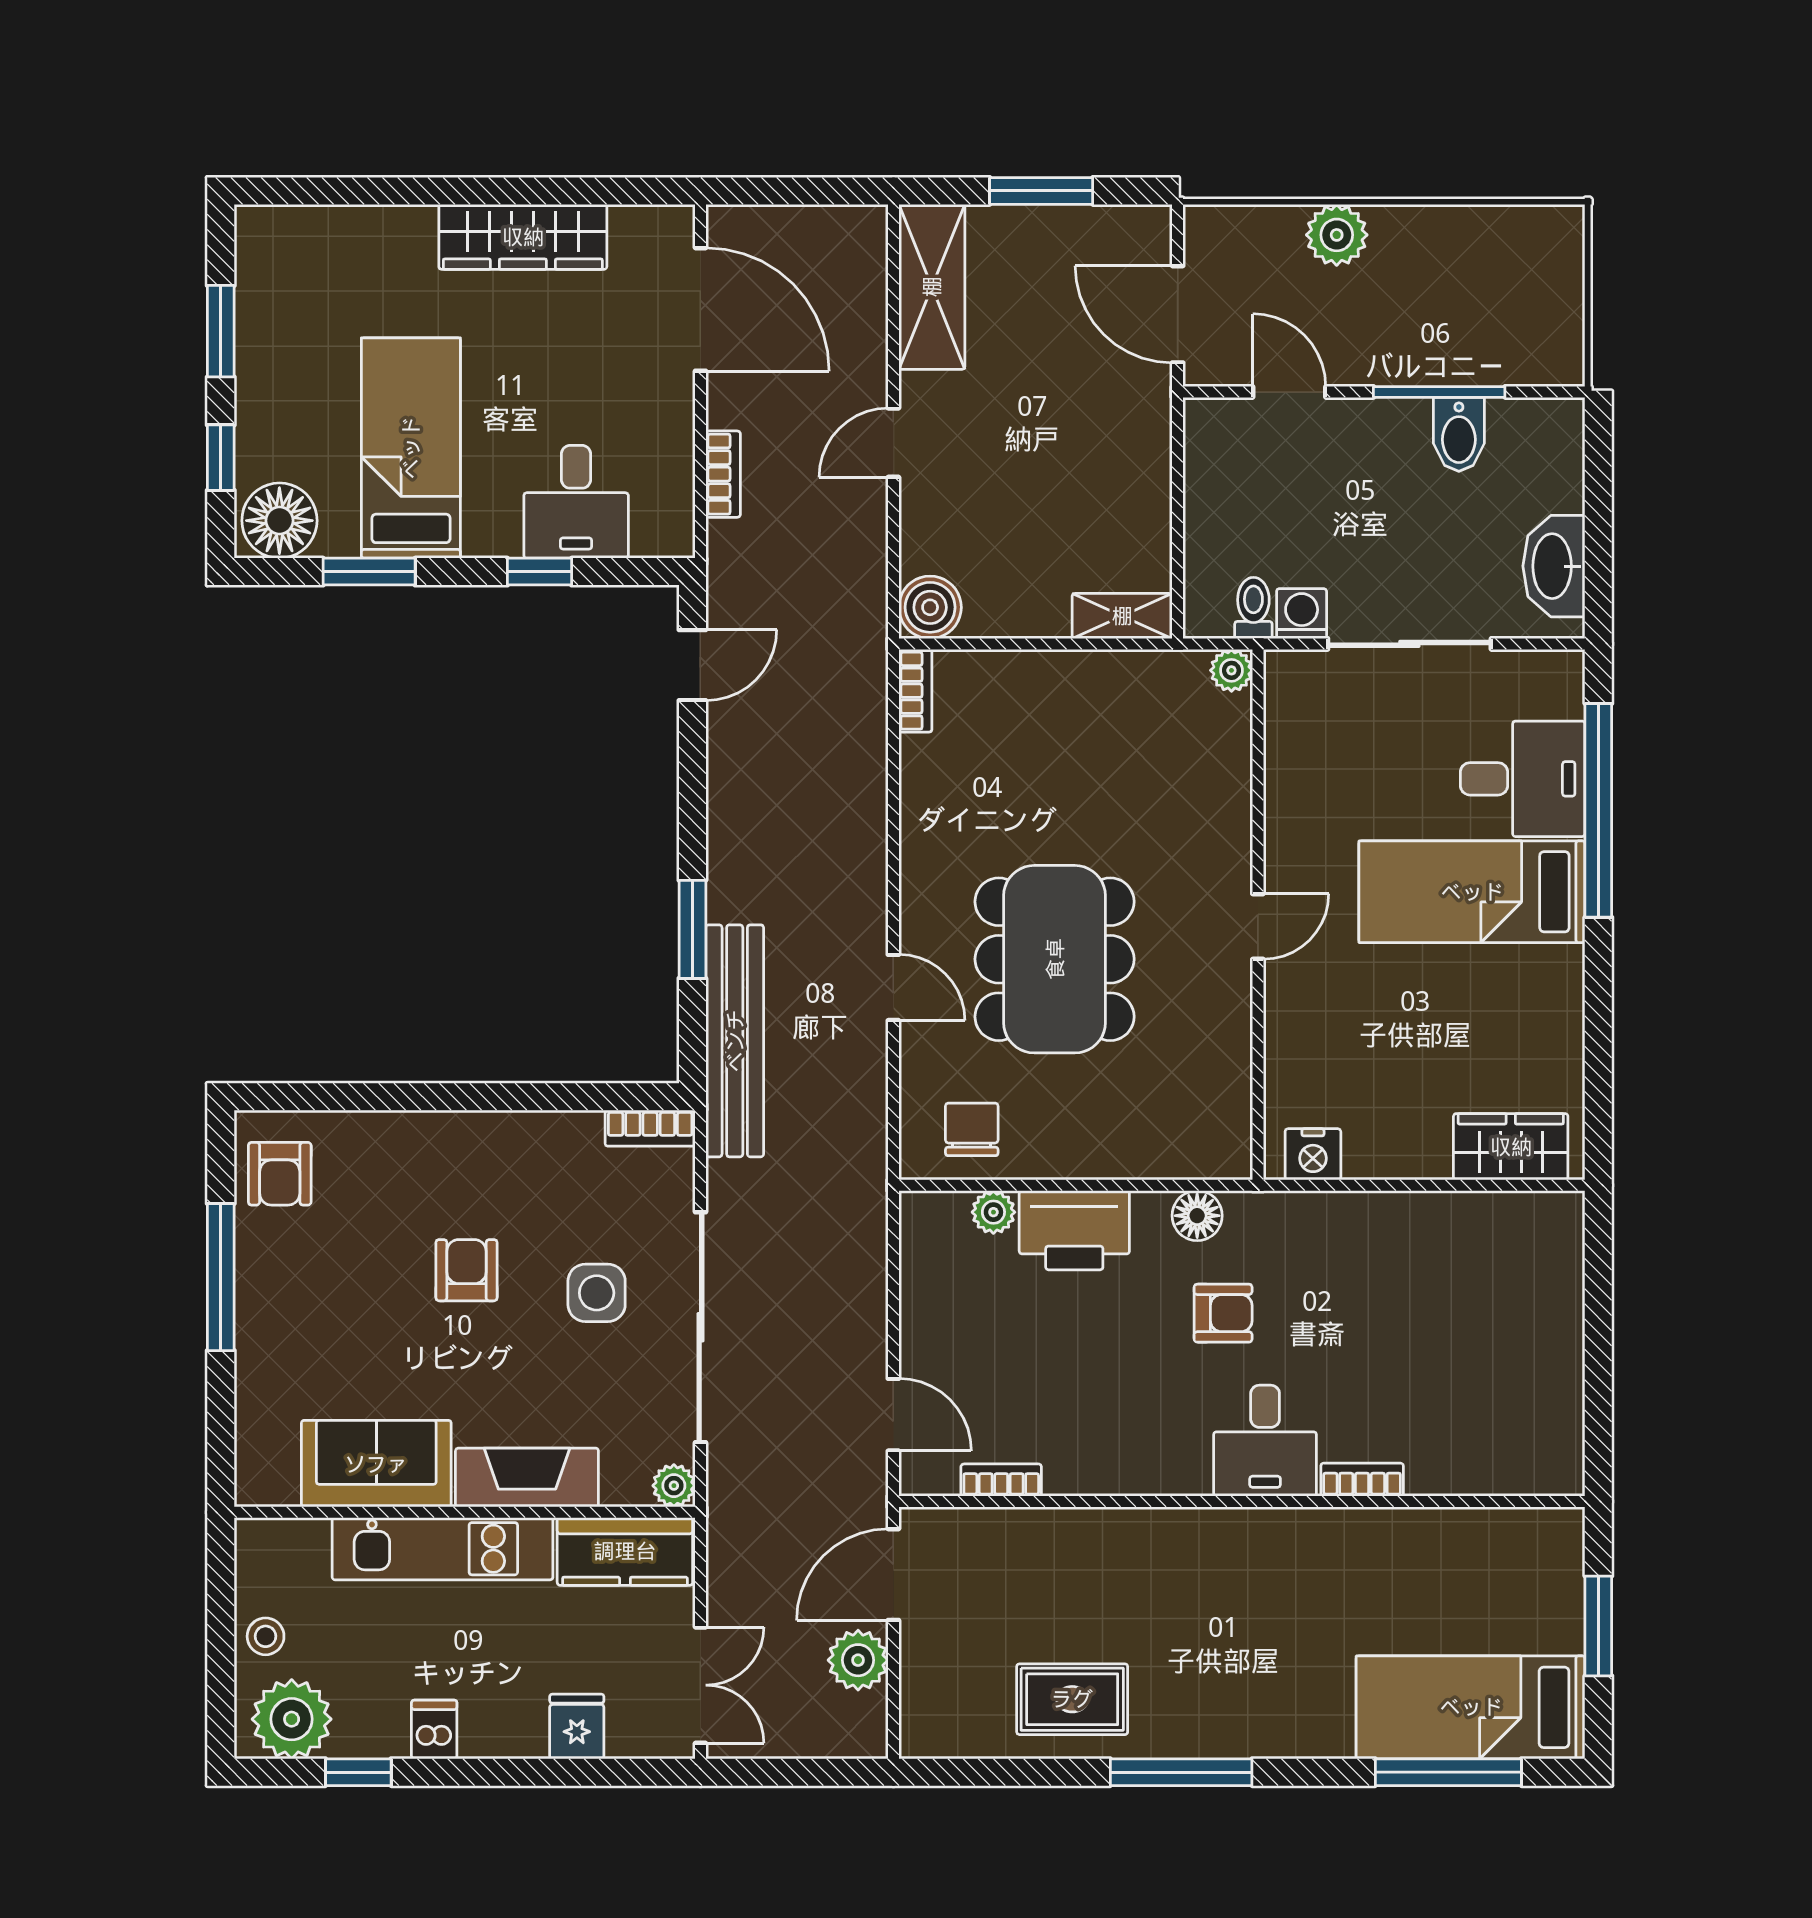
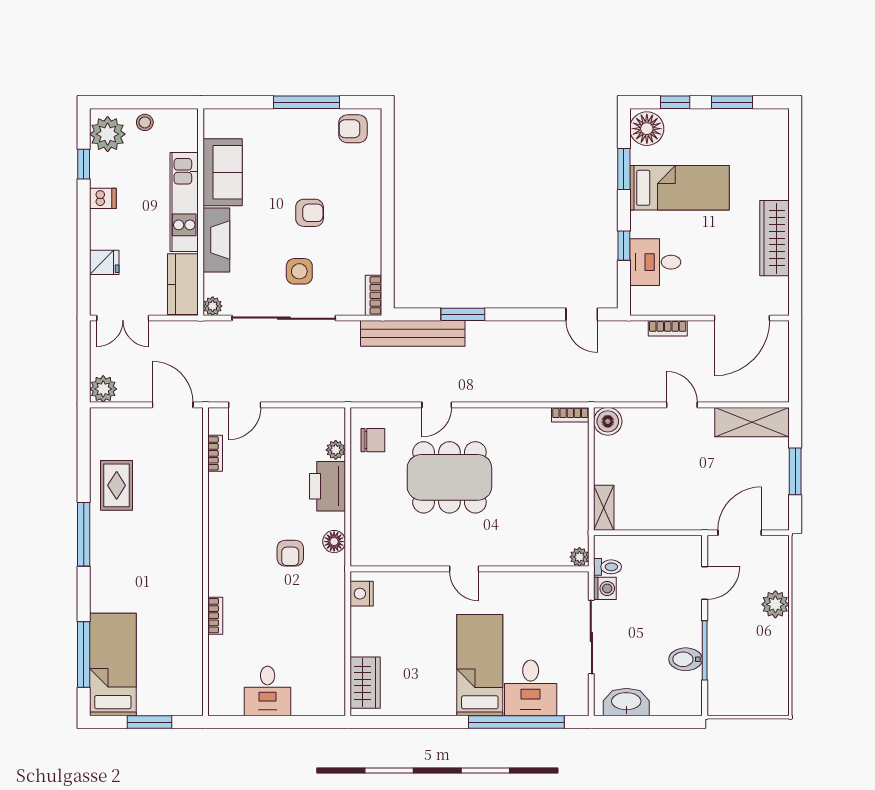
desk: (1265, 1441) -> (268, 691), moved, turned -90
plant: (858, 1660) -> (103, 389), moved

